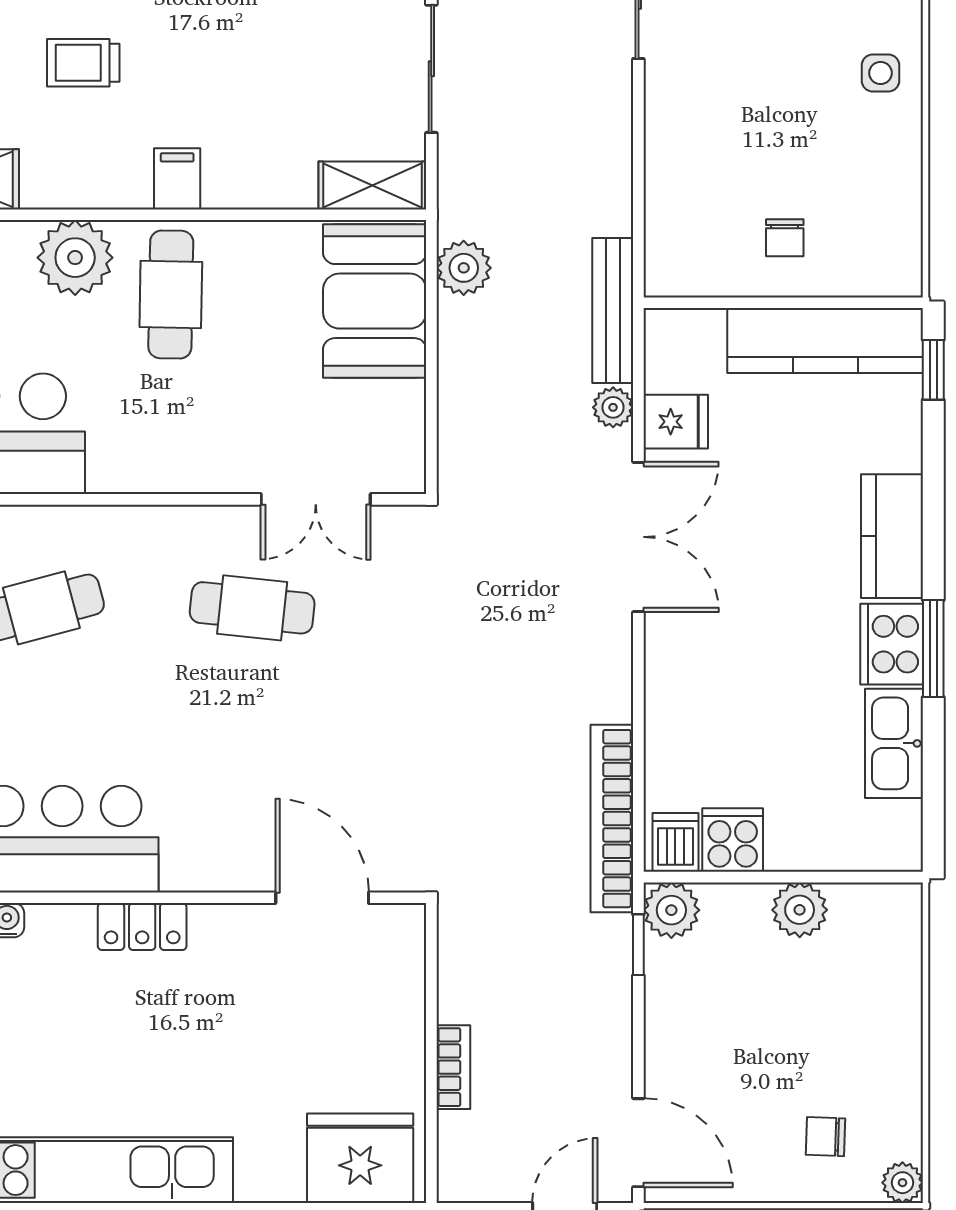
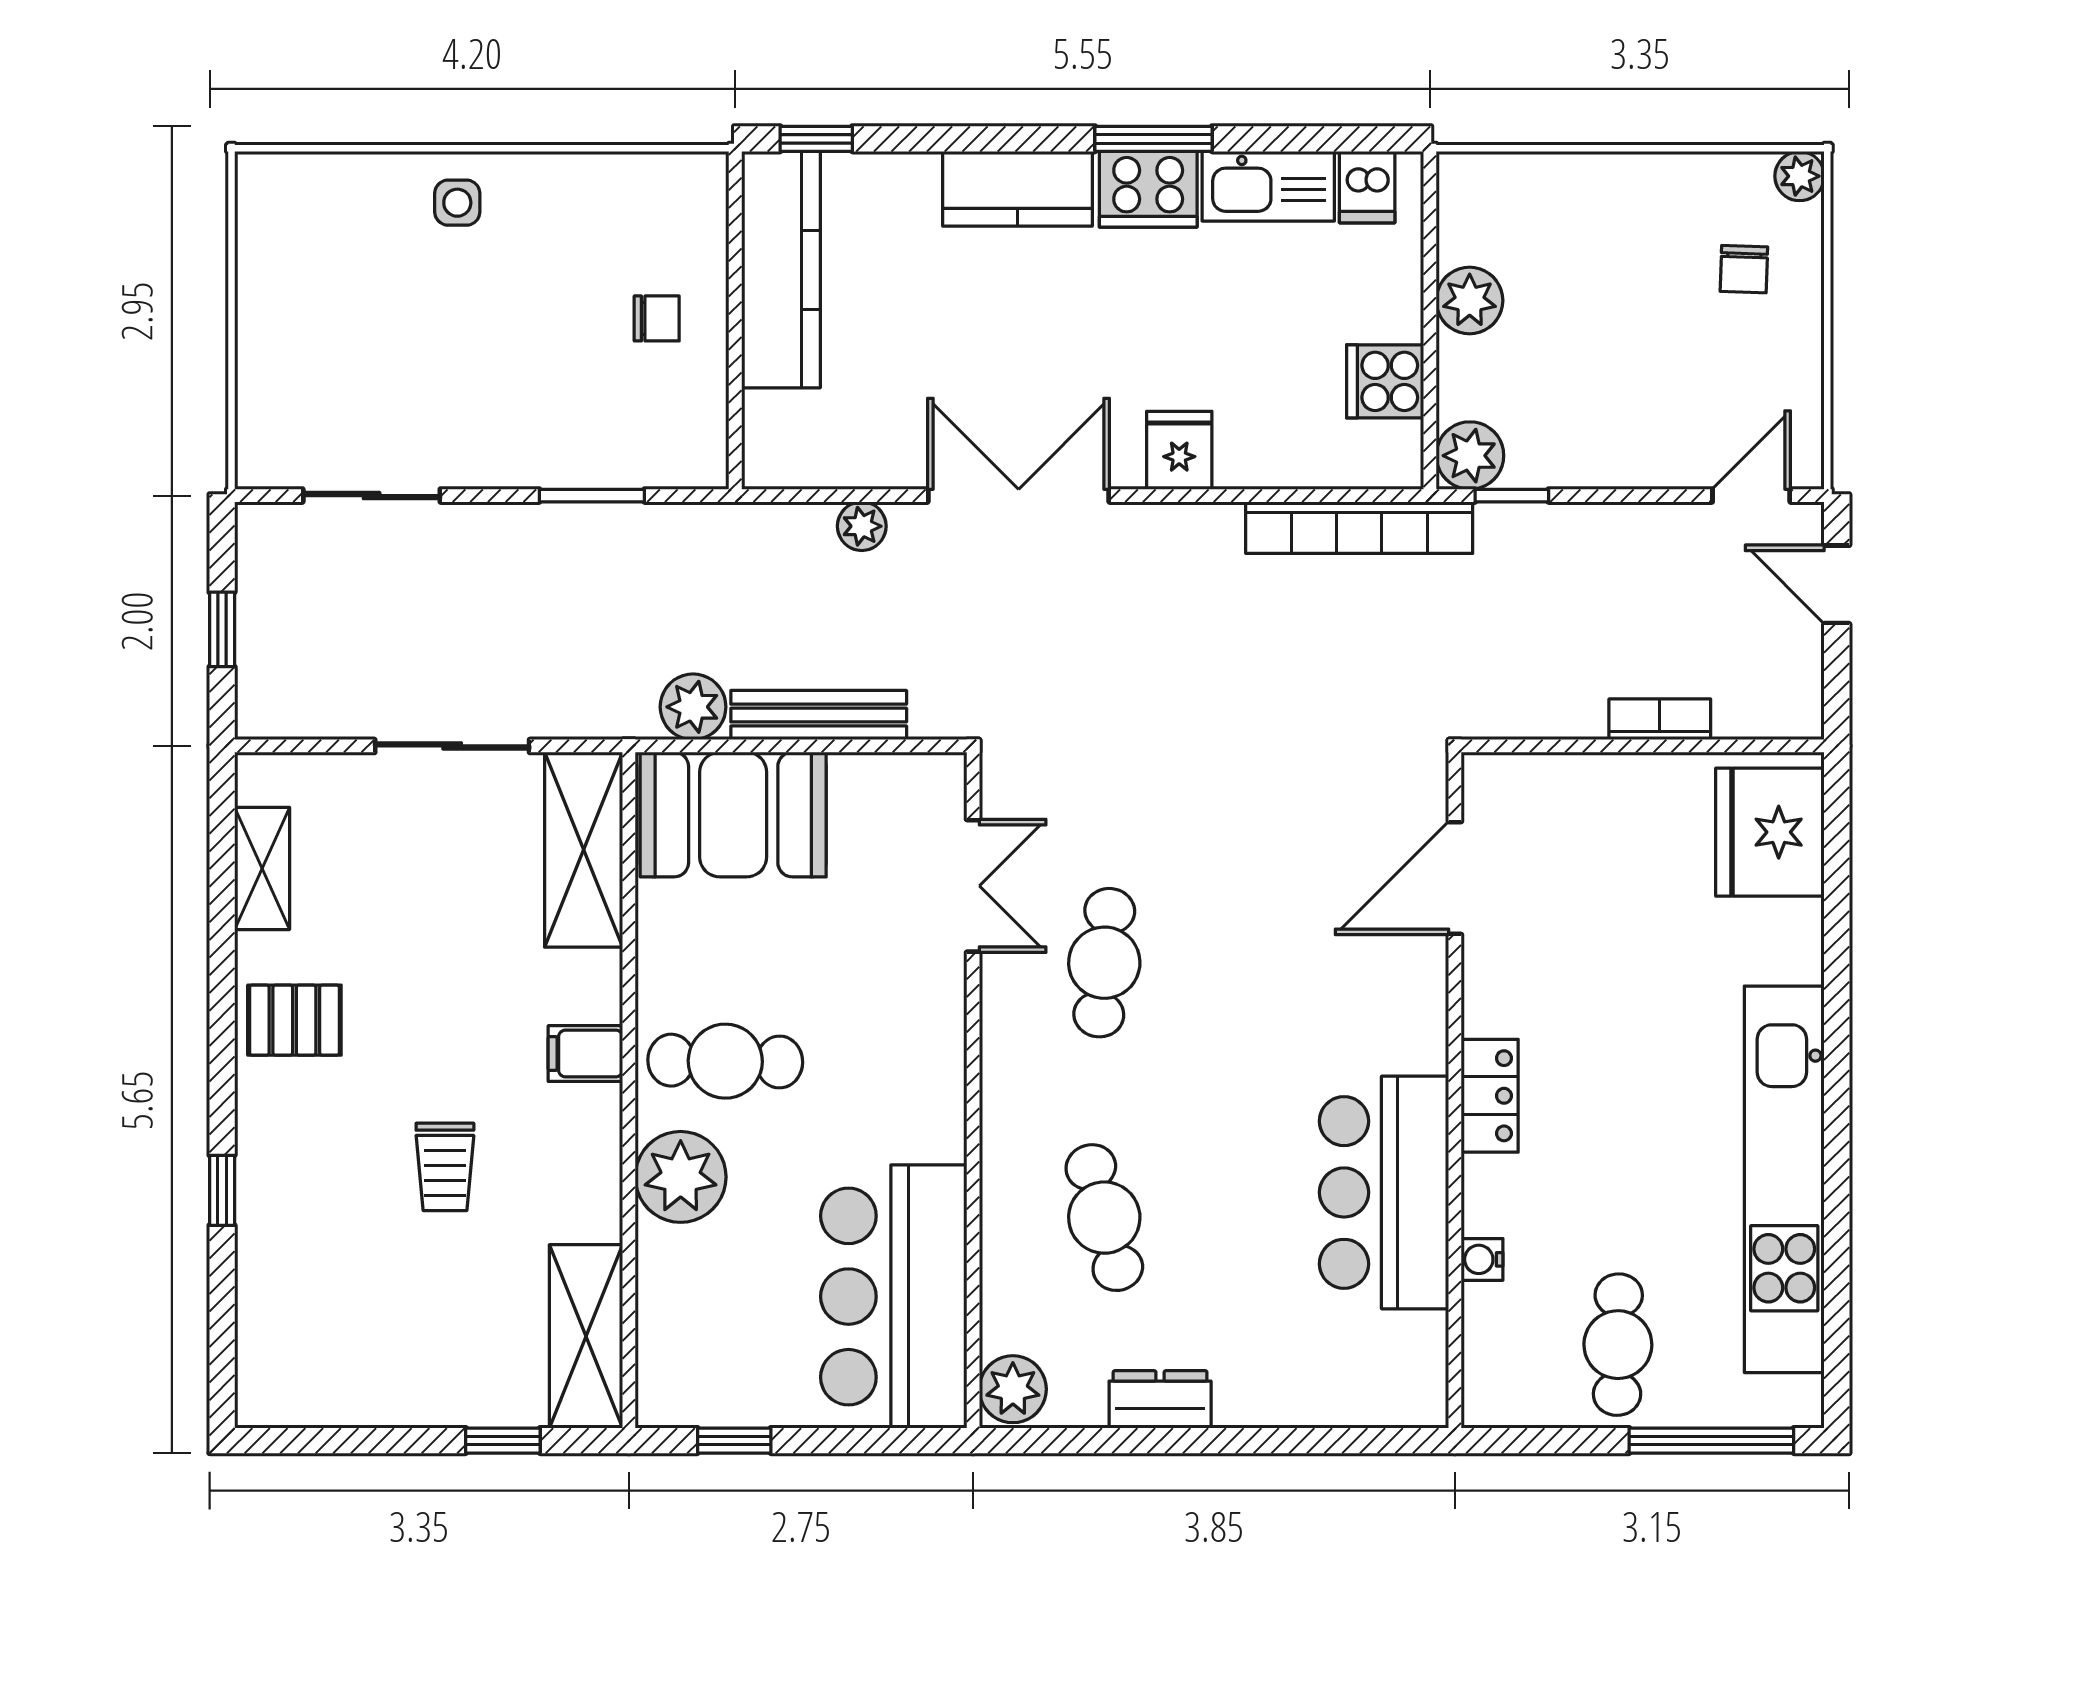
window: (638, 184) -> (592, 496), added
shelving: (372, 185) -> (584, 850), width x1.50, depth x1.33
bench: (613, 310) -> (819, 715), moved
fridge: (676, 422) -> (1179, 450), moved
dishwasher: (675, 842) -> (1367, 187), moved, turned -90
door: (638, 1143) -> (1751, 496), width x0.73

